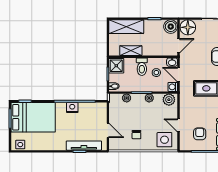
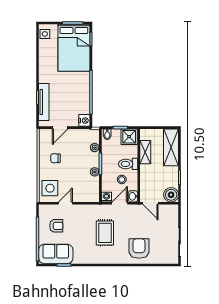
floor lamp: (188, 27) -> (170, 213), removed
plant: (169, 100) -> (93, 193), removed
nightstand: (72, 108) -> (84, 120), moved

